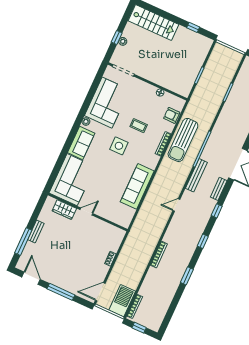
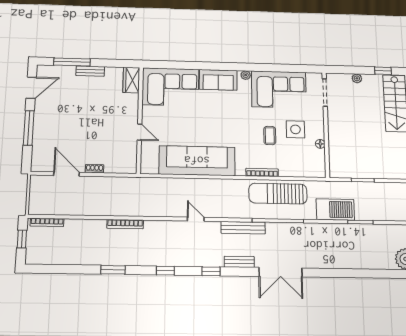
window: (117, 38) -> (383, 71), moved
armchair: (172, 115) -> (300, 168), removed
side table: (119, 146) -> (295, 129), moved
sofa: (137, 186) -> (197, 161), width x1.36, depth x1.27
wardrobe: (64, 210) -> (131, 80), moved
door: (86, 212) -> (139, 132), moved
door: (100, 292) -> (67, 174), moved
barbecue: (122, 301) -> (335, 209), moved

